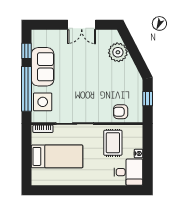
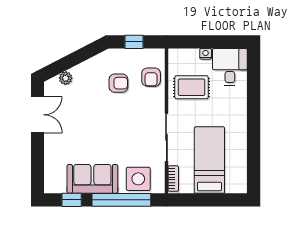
double door: (82, 25) -> (38, 115), moved
plant: (118, 52) -> (66, 78), width x0.53, depth x0.53
armchair: (116, 87) -> (118, 83), added

